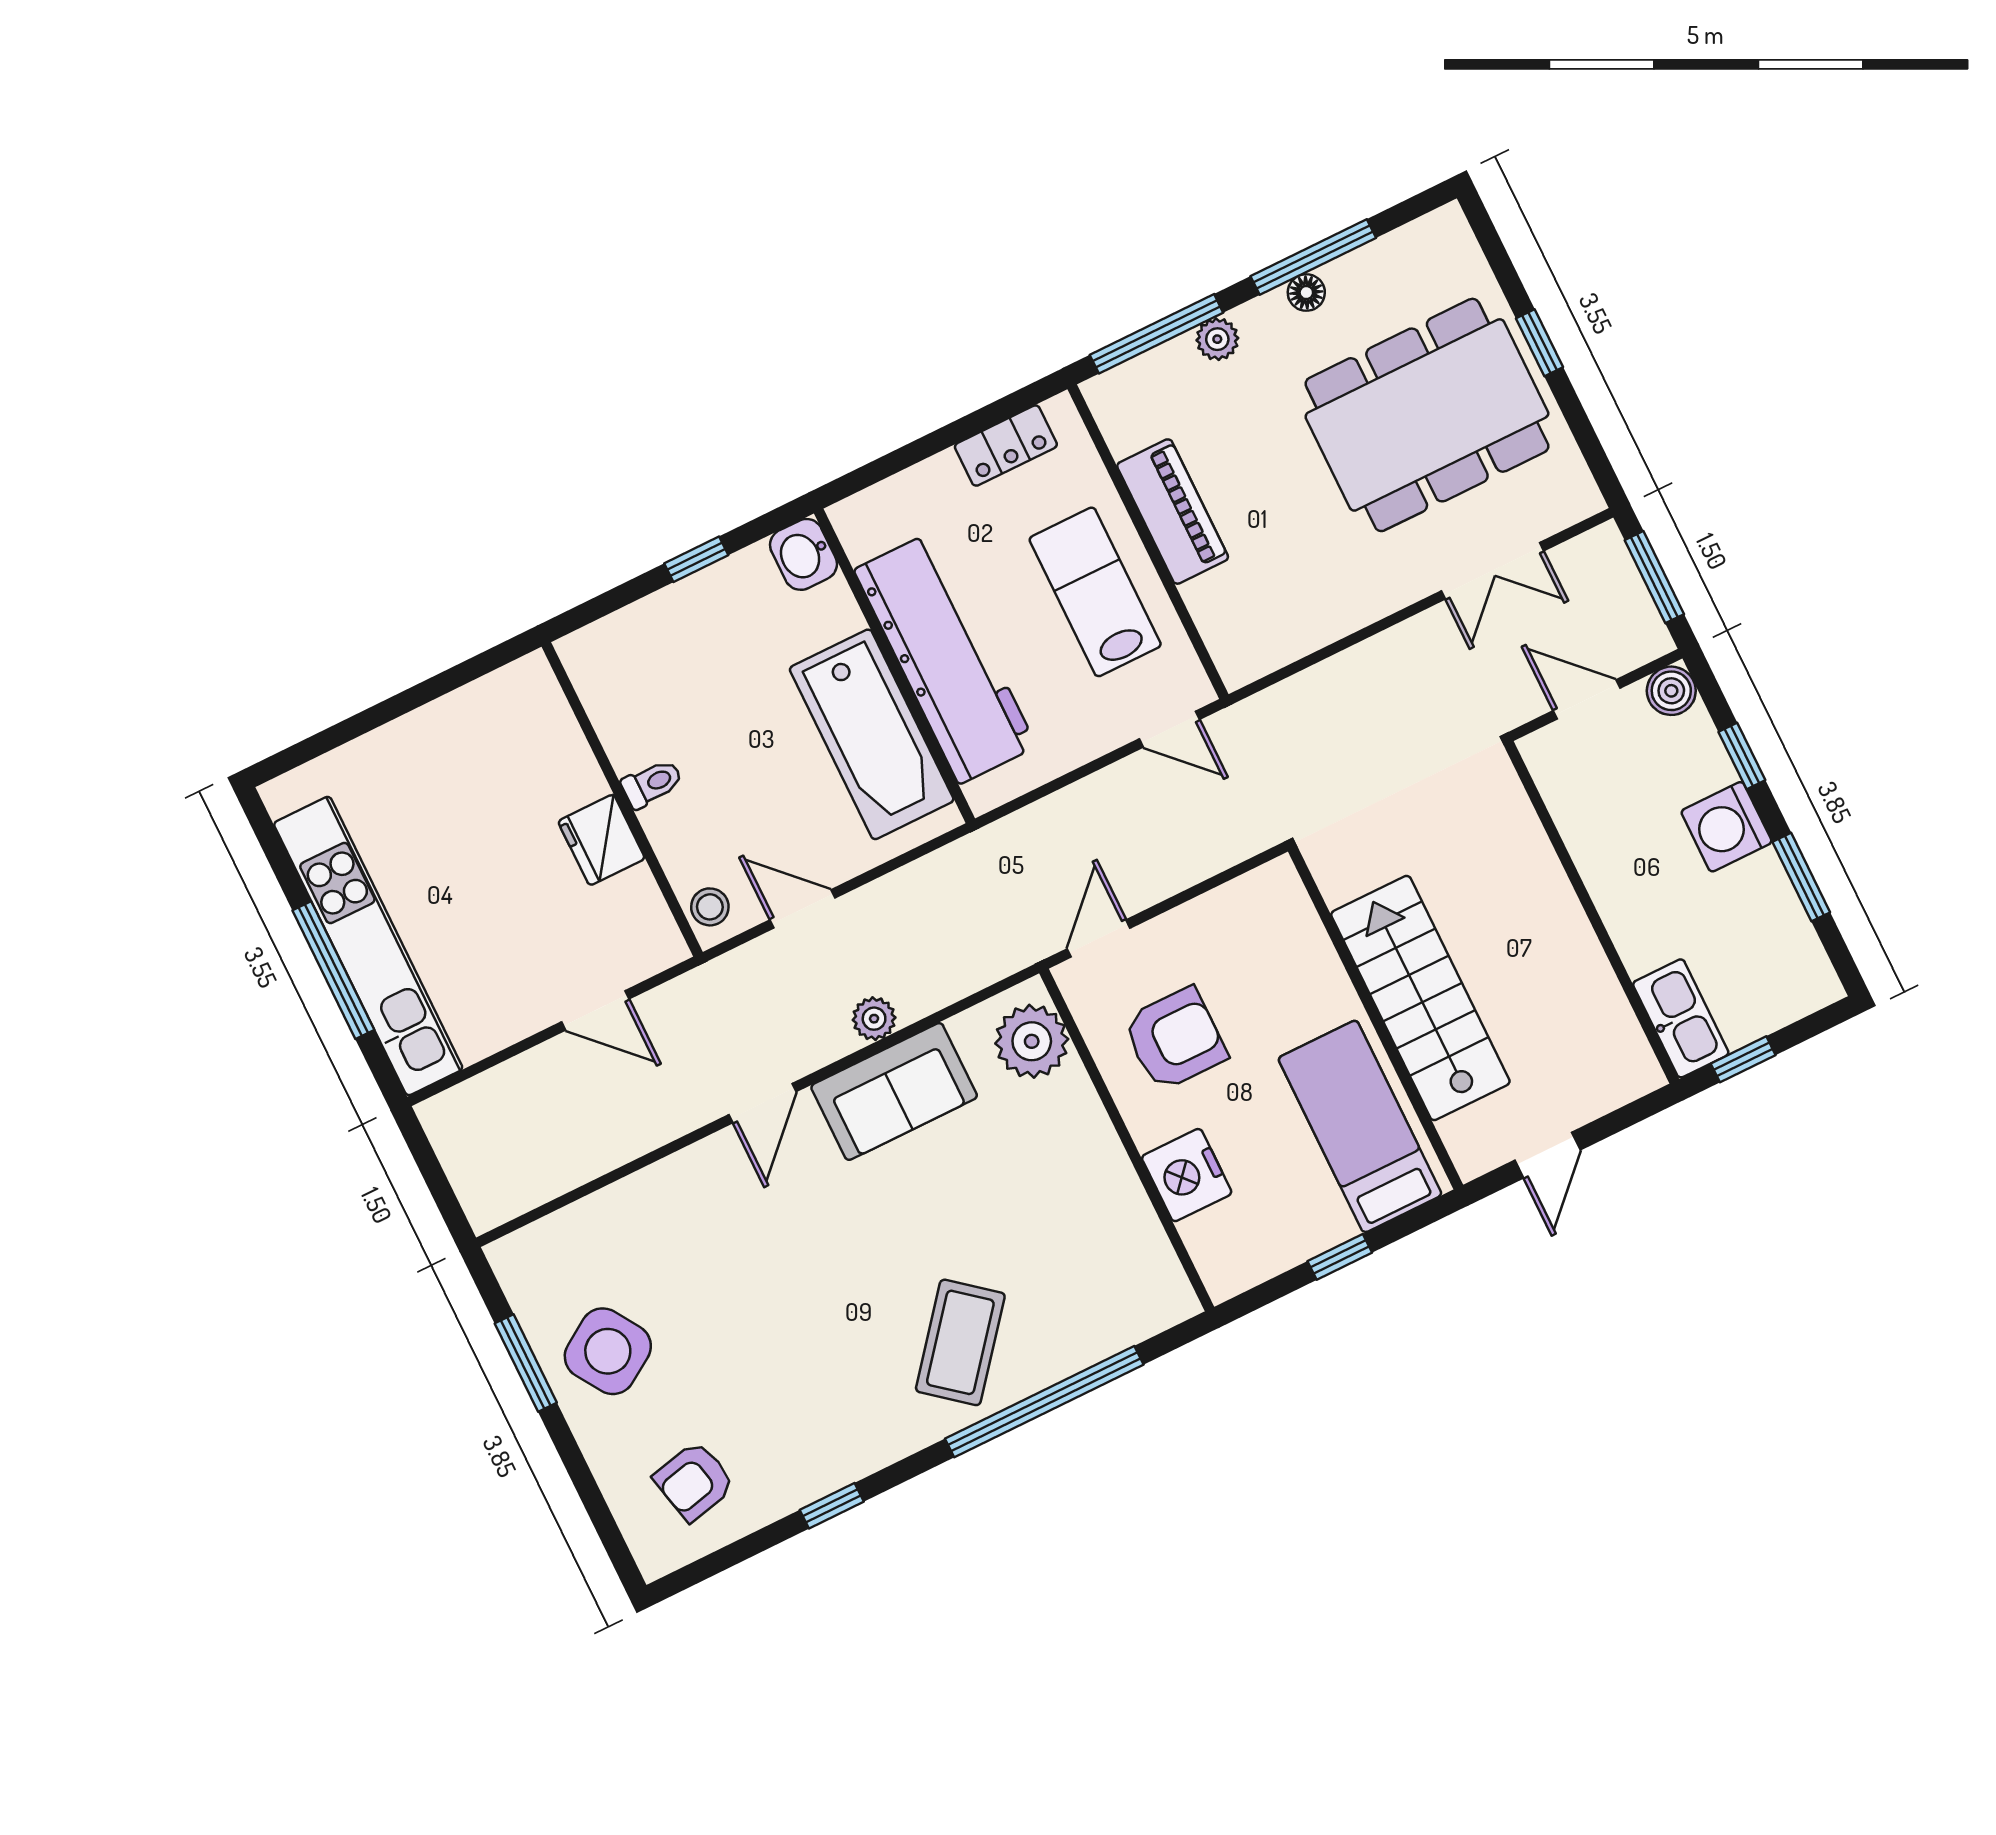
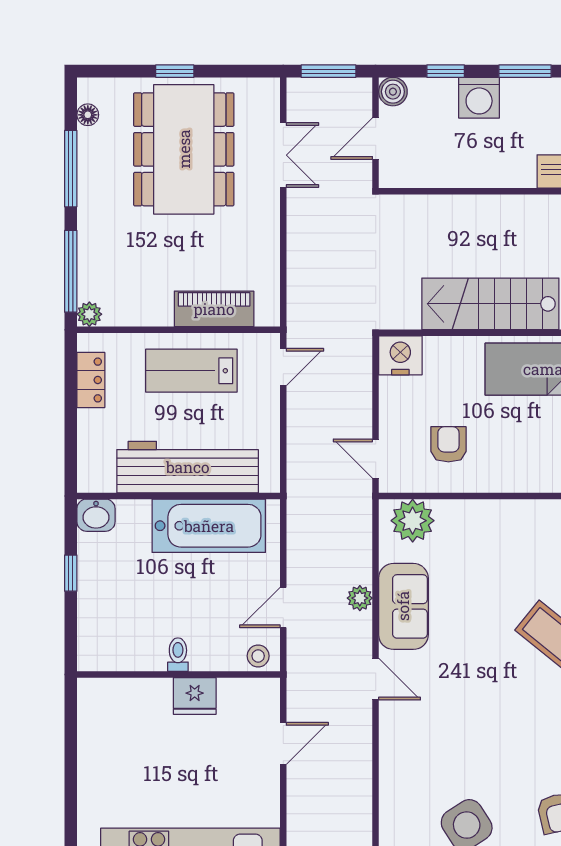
floor lamp: (1306, 293) -> (88, 115), moved
plant: (1217, 339) -> (89, 314), moved
piano: (1173, 512) -> (214, 309), moved
armchair: (1175, 1039) -> (448, 444), width x0.72, depth x0.72
nightstand: (1187, 1175) -> (400, 355), moved, turned 180

